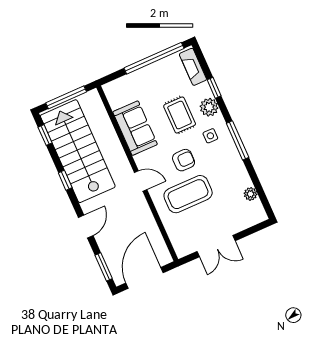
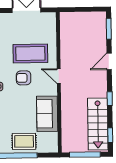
rug: (180, 115) -> (24, 141), moved, turned 90
stairs: (78, 151) -> (98, 124), width x0.73, depth x0.66
door: (145, 278) -> (84, 9), removed

